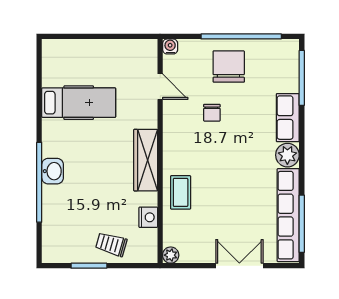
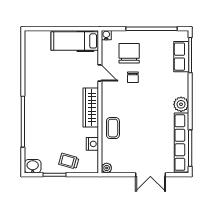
chair: (229, 67) -> (129, 53), moved
door: (160, 87) -> (100, 73), moved
hospital bed: (79, 103) -> (75, 41), moved, turned 180
row of seats: (288, 118) -> (181, 57), moved
washbasin: (53, 171) -> (33, 166), moved, turned -90
double door: (239, 266) -> (150, 175), swing flipped

